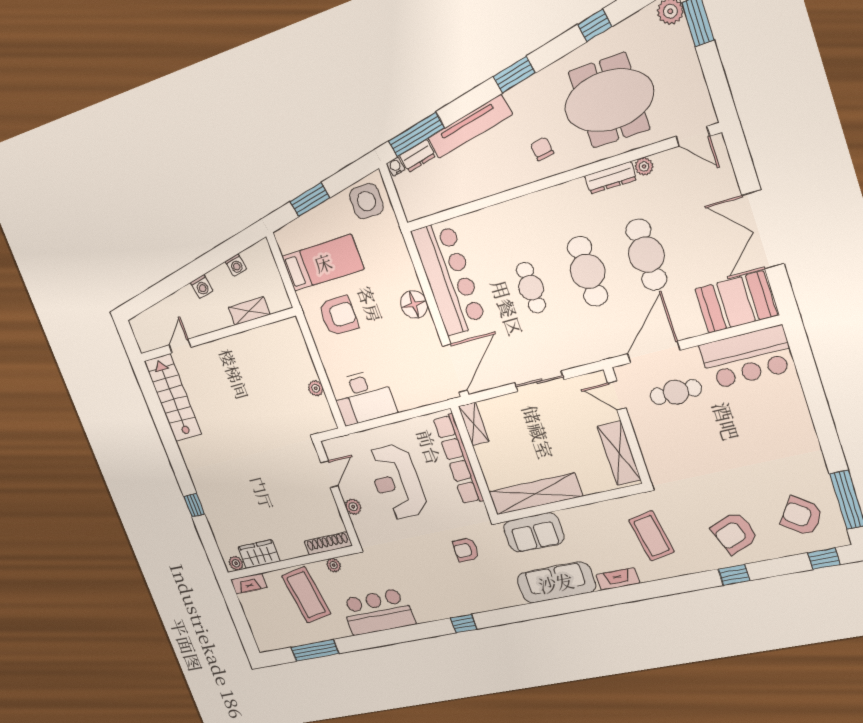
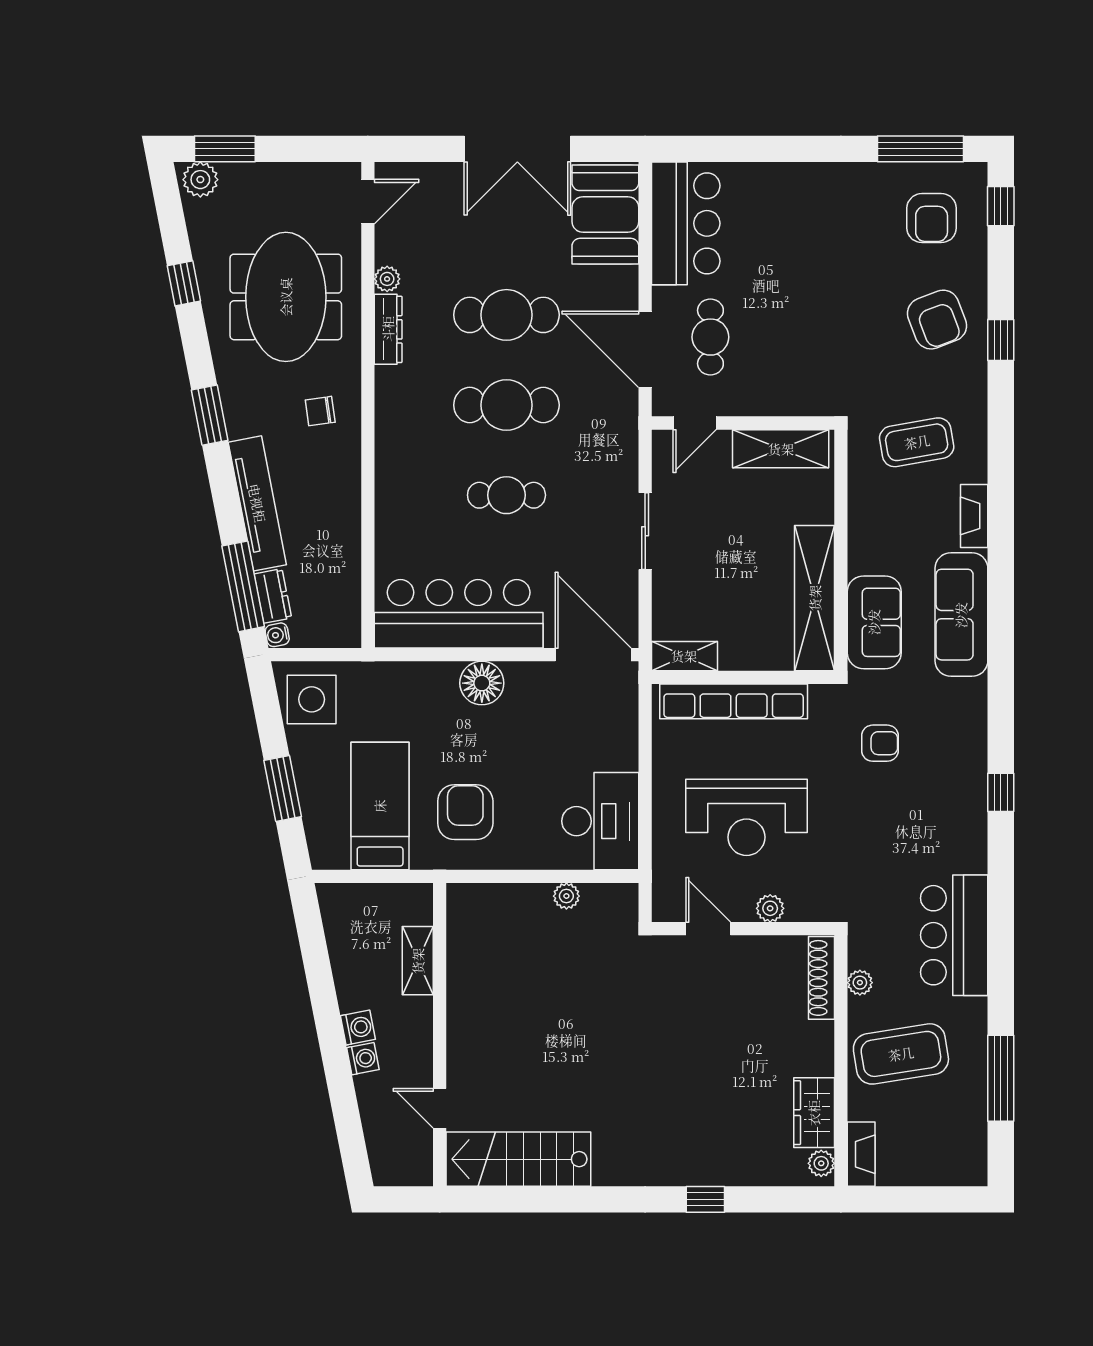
washing machine: (236, 265) -> (363, 1059), moved
armchair: (802, 516) -> (932, 218), turned -36
armchair: (466, 550) -> (880, 743), turned -90

